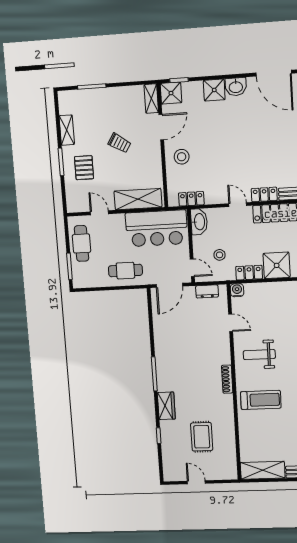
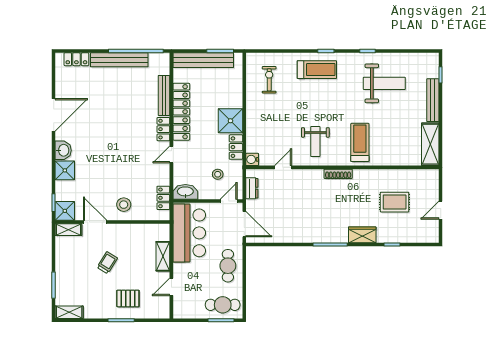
shelving: (67, 130) -> (69, 312), moved
shelving: (138, 199) -> (163, 256), width x0.67, depth x0.75
cafe table: (82, 243) -> (223, 305), moved

